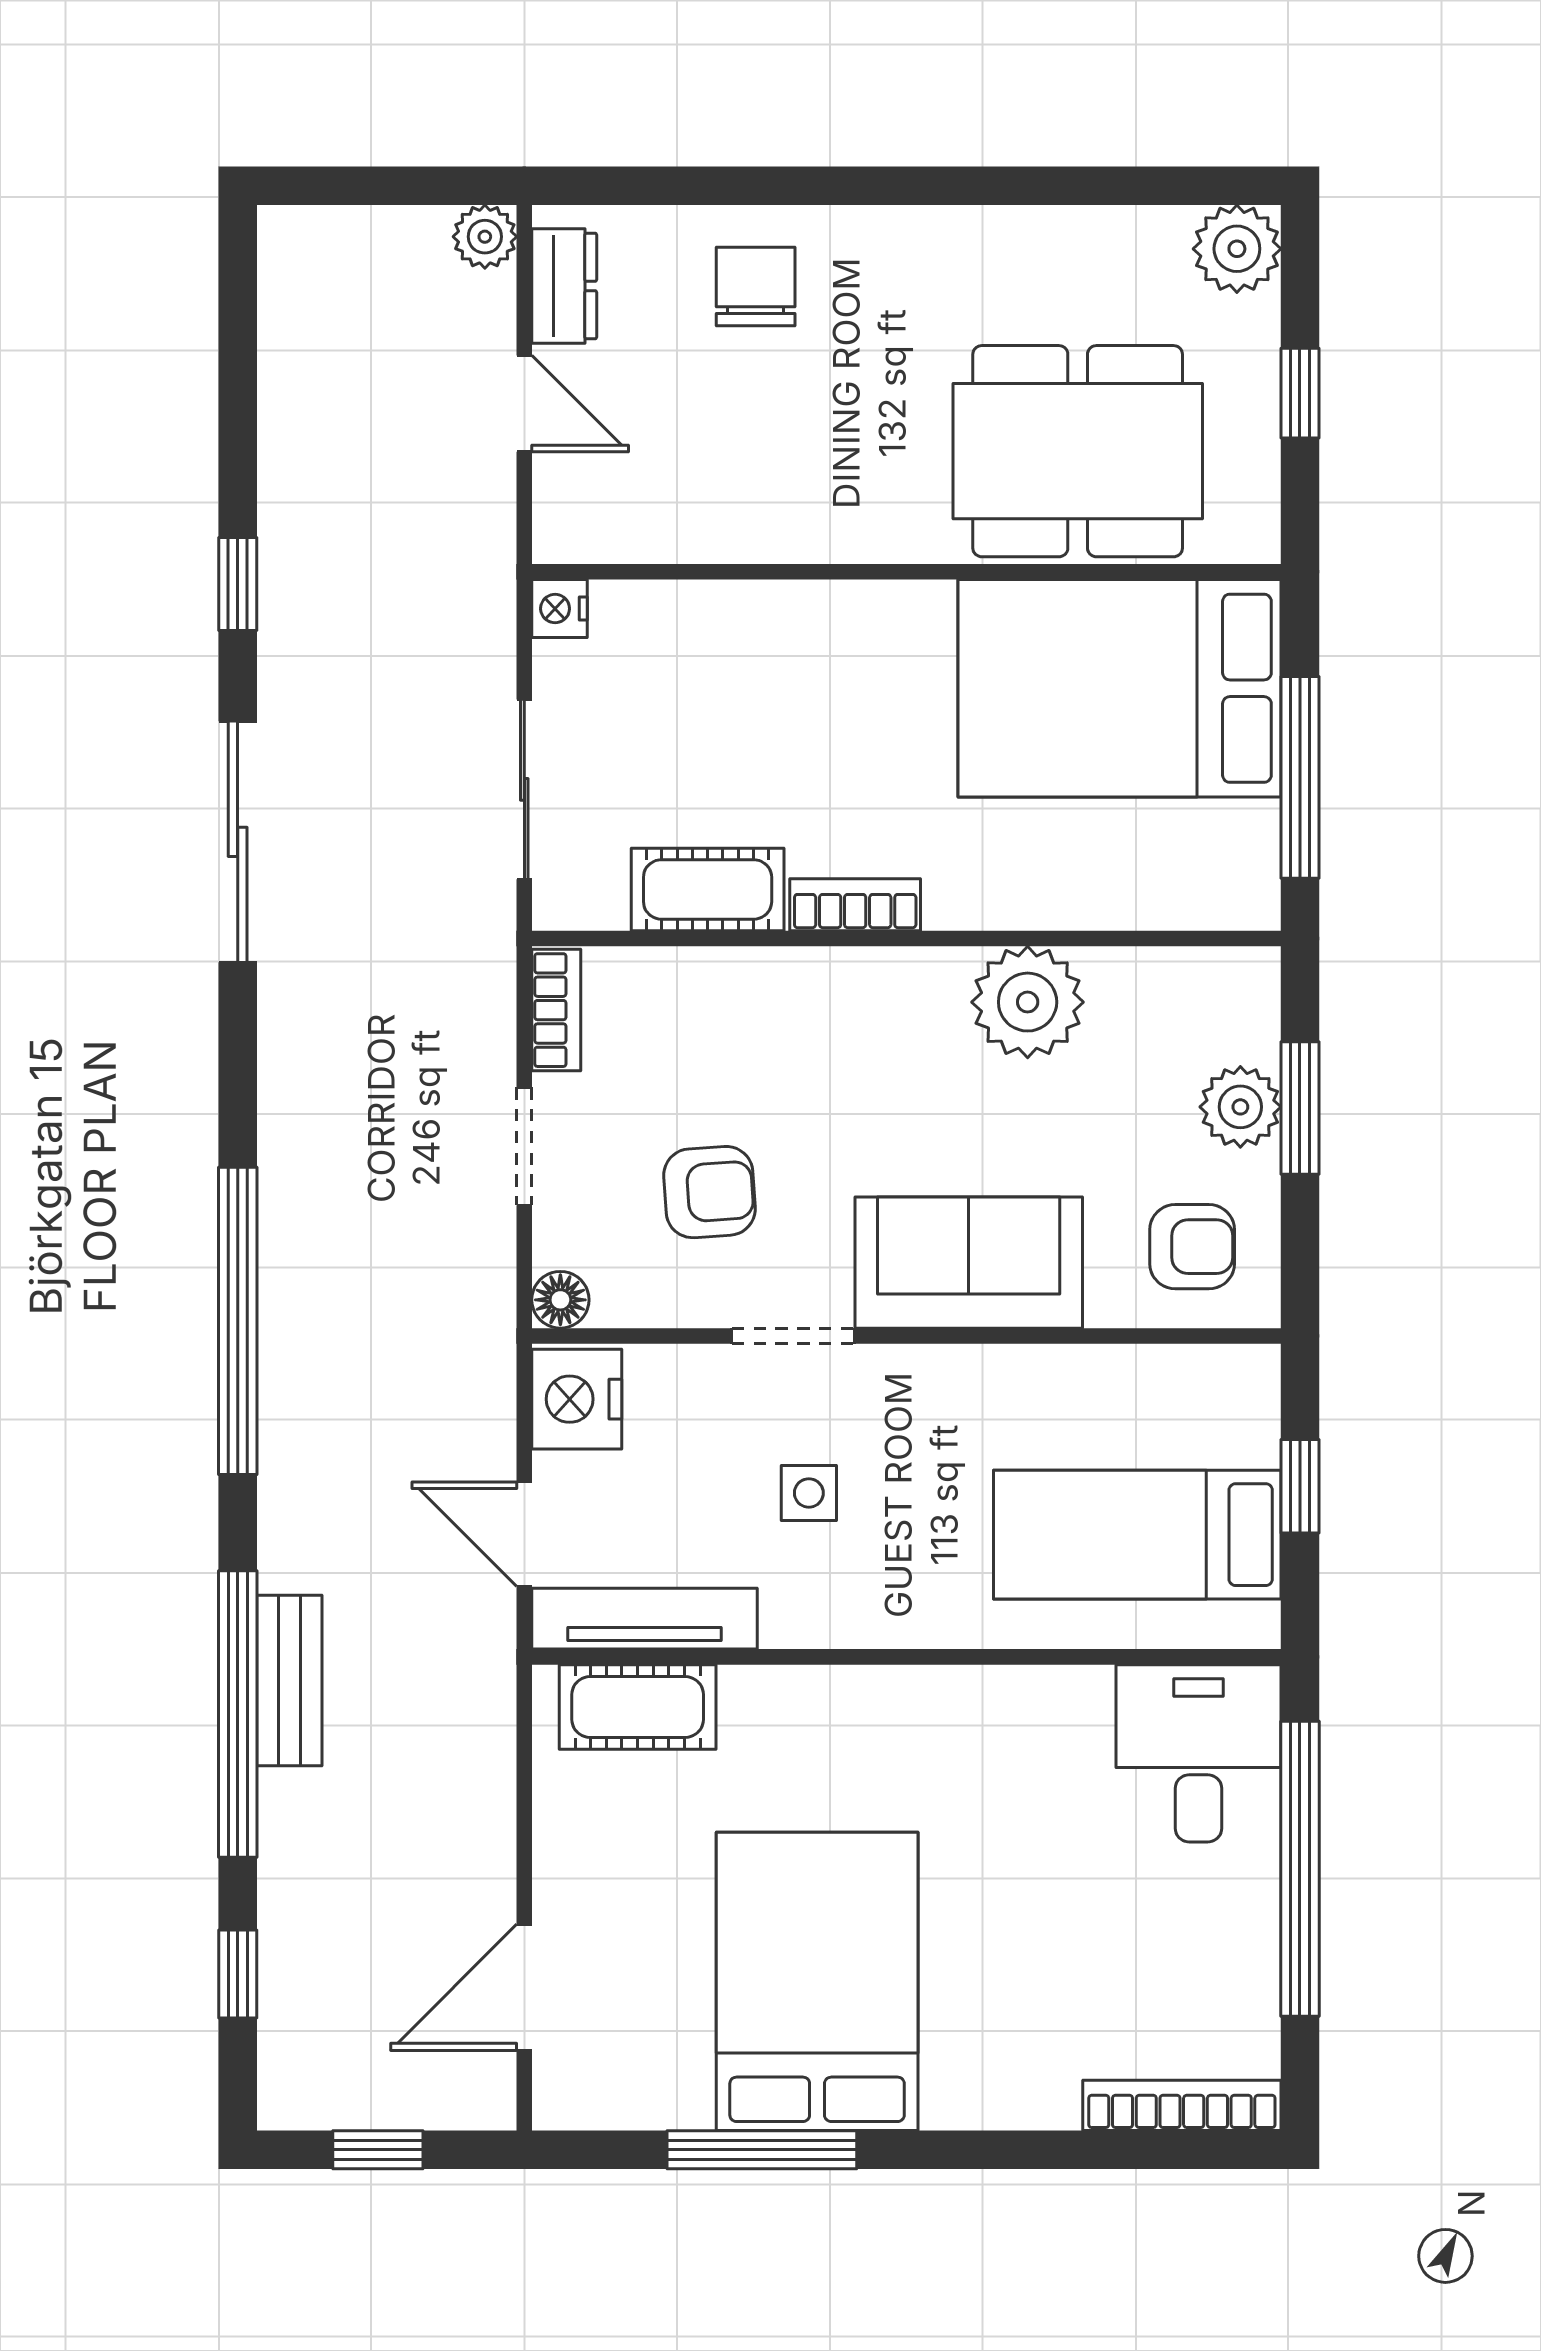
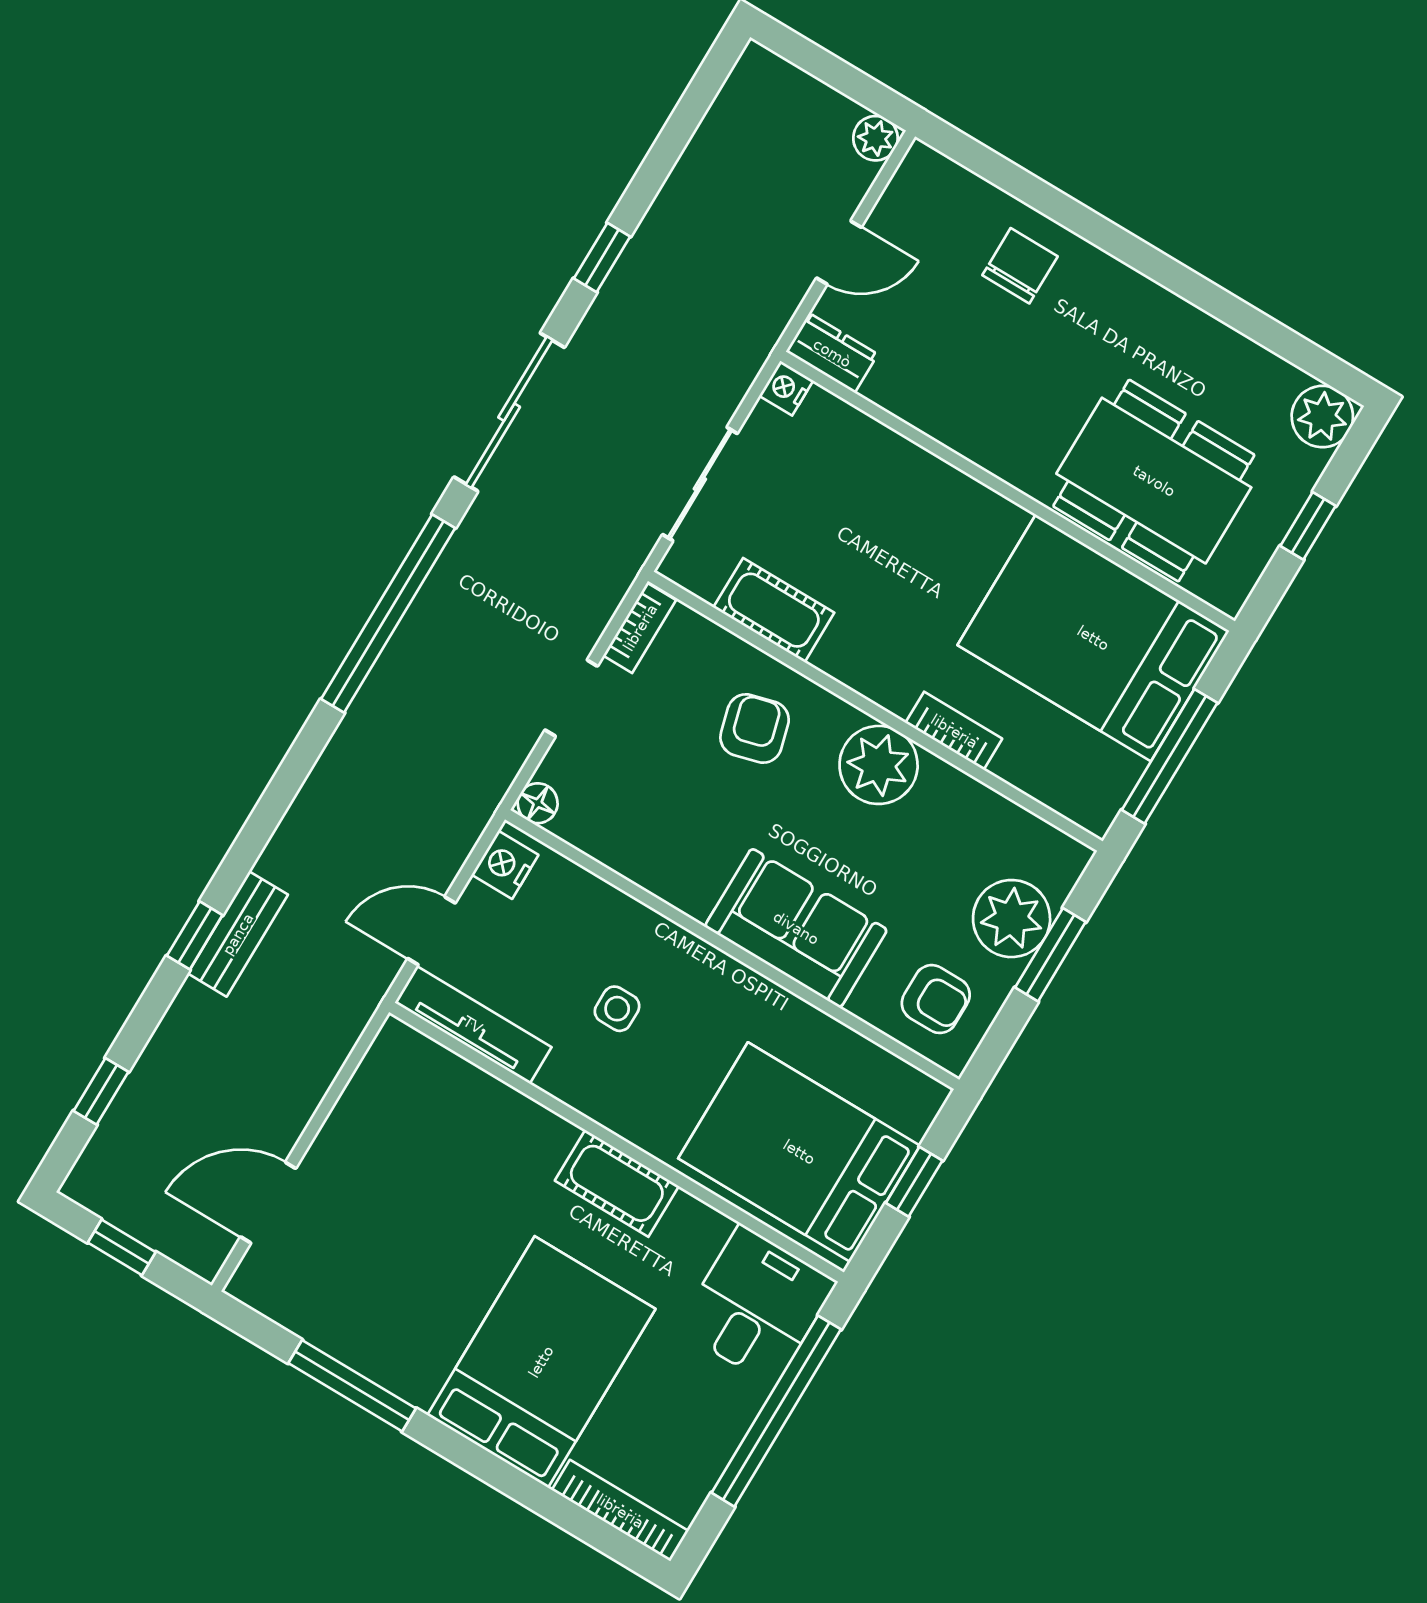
dresser: (564, 286) -> (832, 353), moved, turned -90
door: (524, 404) -> (839, 253), hinge flipped
bookcase: (855, 905) -> (954, 731), moved
plant: (1028, 1002) -> (879, 765), moved
plant: (1240, 1107) -> (1012, 919), width x1.36, depth x1.36
armchair: (710, 1192) -> (755, 728), moved, turned -101
window: (238, 1321) -> (388, 613), moved
doorway: (793, 1336) -> (664, 909), removed
nightstand: (577, 1399) -> (505, 865), width x0.74, depth x0.75
door: (524, 1534) -> (431, 931), hinge flipped
bed: (1137, 1535) -> (799, 1152), width x1.50
cot: (638, 1707) -> (617, 1183), moved
window: (238, 1714) -> (195, 935), width x0.32
bed: (817, 1981) -> (541, 1362), moved

